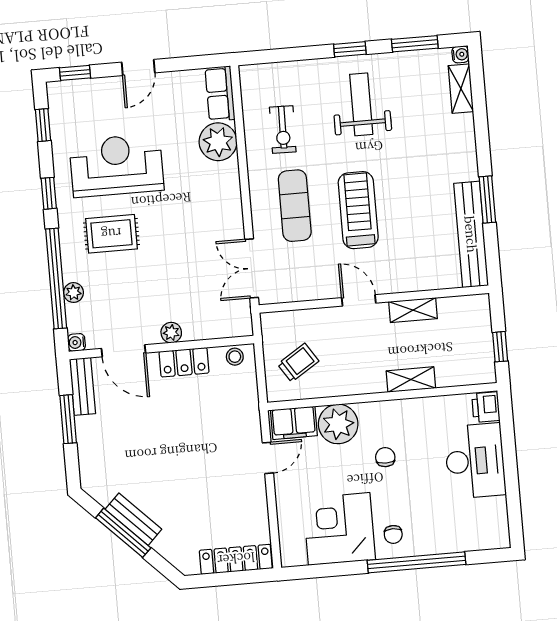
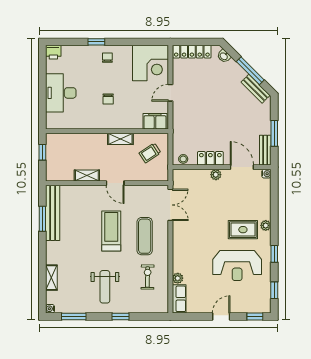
window: (350, 49) -> (120, 316), moved
shelving: (461, 89) -> (51, 278), moved
plant: (218, 142) -> (178, 278), width x0.53, depth x0.53
window: (487, 200) -> (42, 219), moved
treadmill: (358, 210) -> (111, 231), turned 180
window: (56, 278) -> (274, 208), removed
plant: (74, 293) -> (266, 225), moved
shelving: (411, 380) -> (120, 139), moved
printer: (486, 407) -> (53, 52), moved, turned 90
plant: (338, 424) -> (132, 119), removed
door: (268, 458) -> (170, 93), moved
bench: (133, 519) -> (255, 89), moved
corner desk: (339, 529) -> (150, 63), moved
washbasin: (175, 556) -> (224, 56), added
window: (416, 562) -> (96, 42), width x0.32

